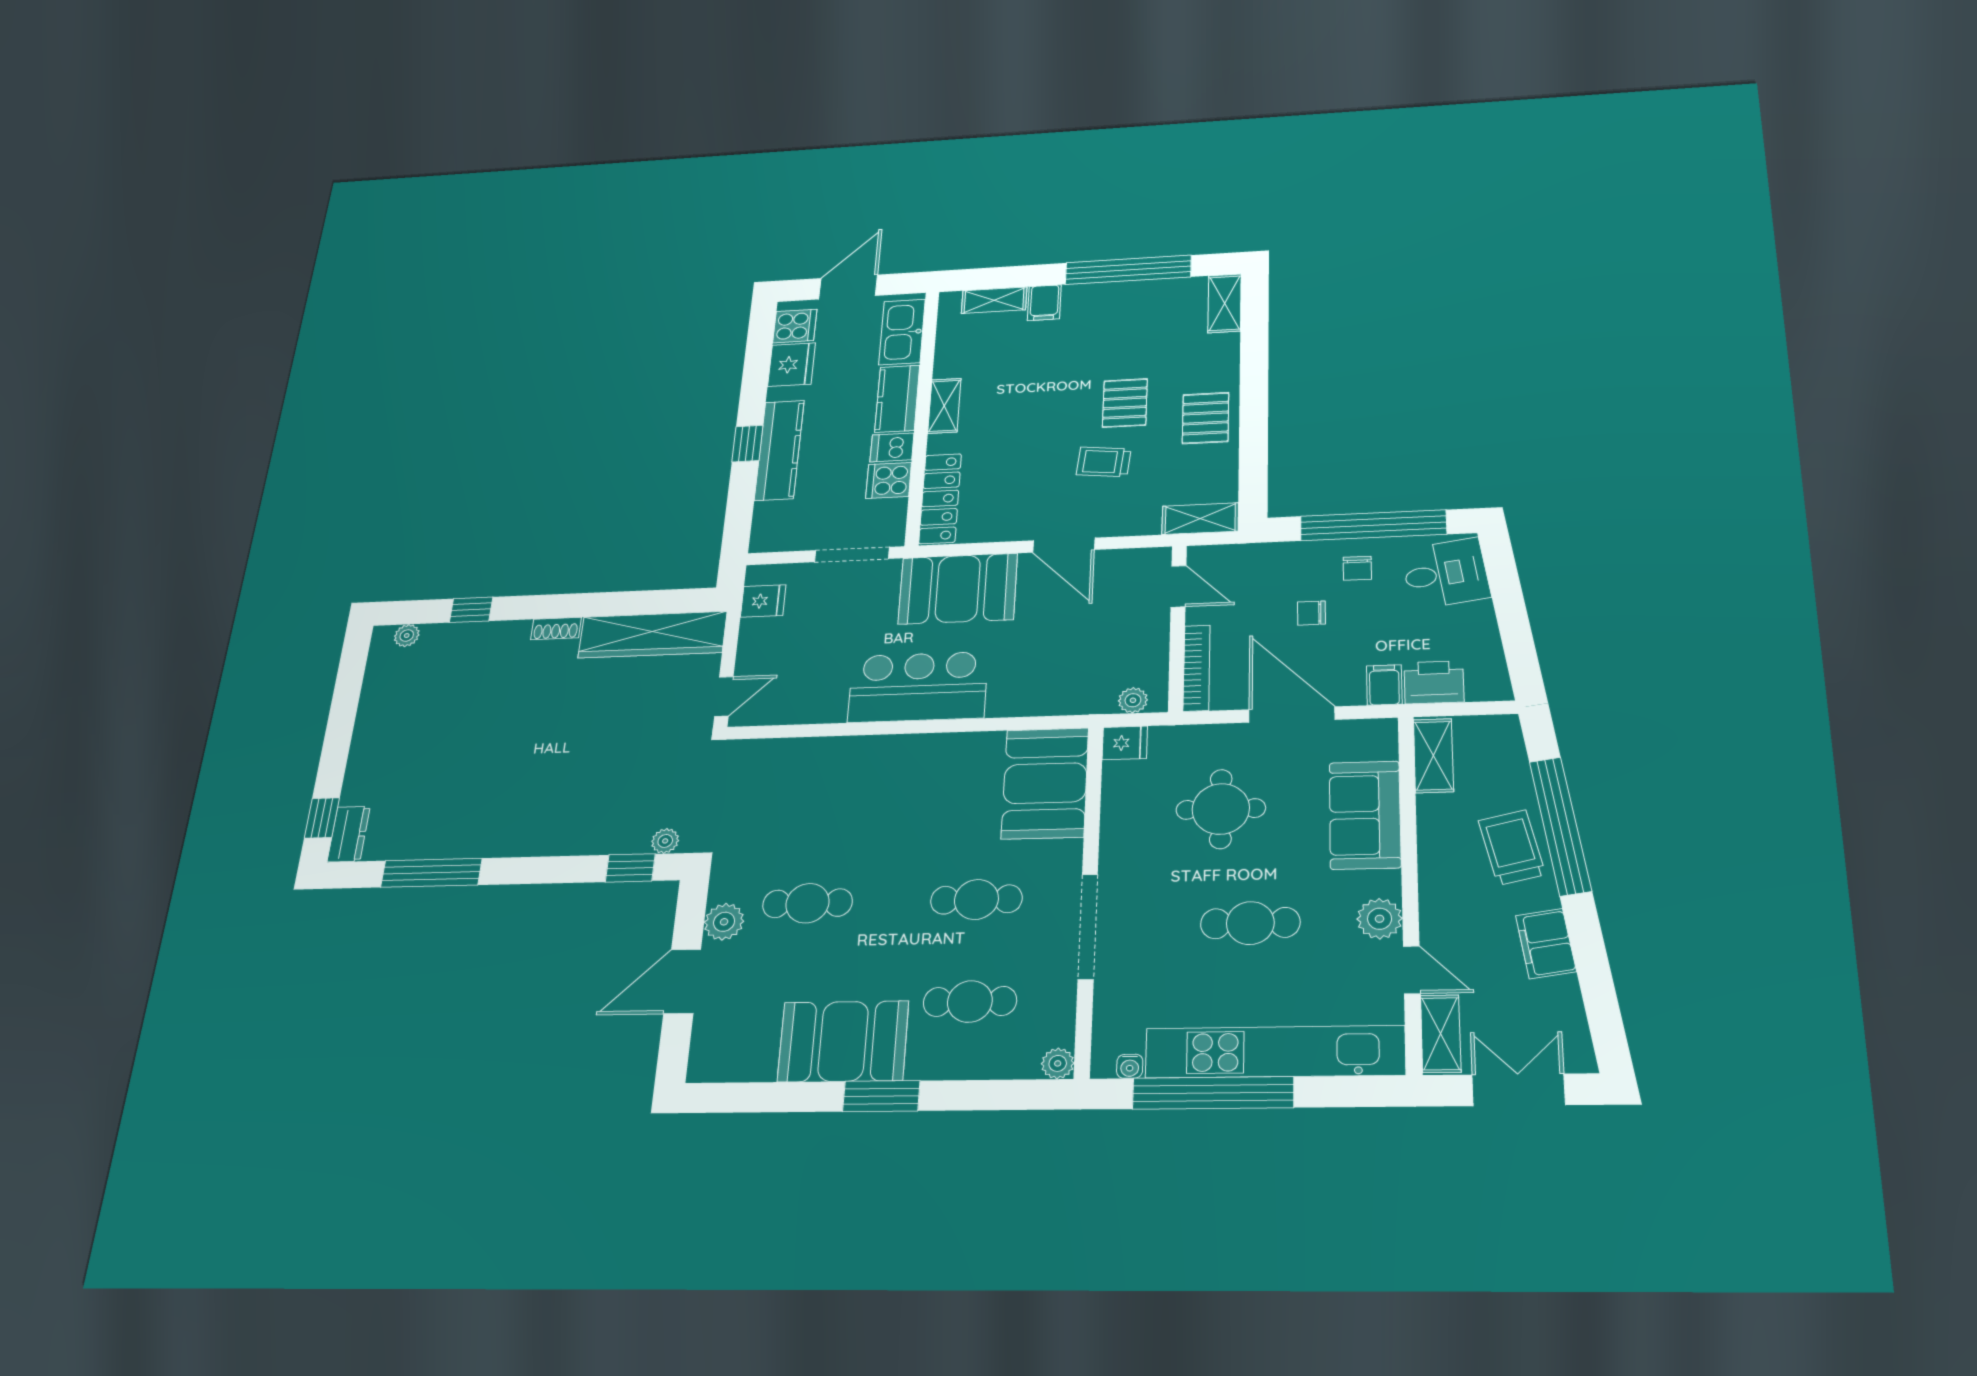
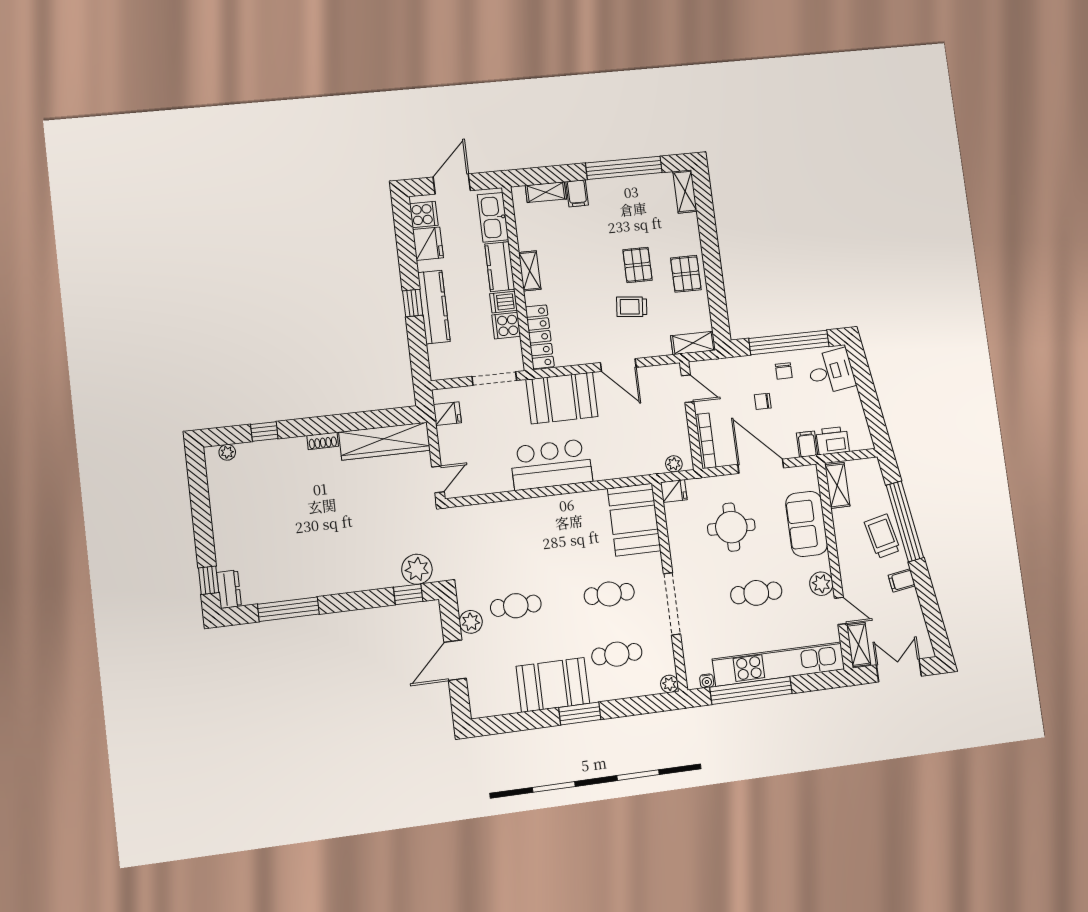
plant: (665, 841) -> (417, 569), width x1.88, depth x1.88
filing cabinet: (1546, 944) -> (902, 580), width x0.50

